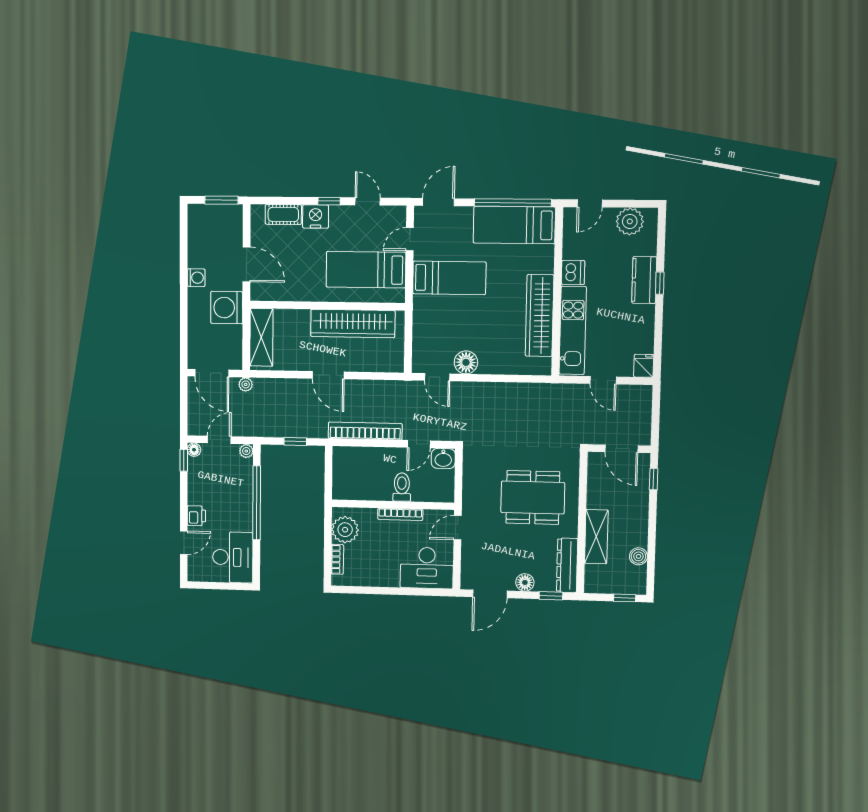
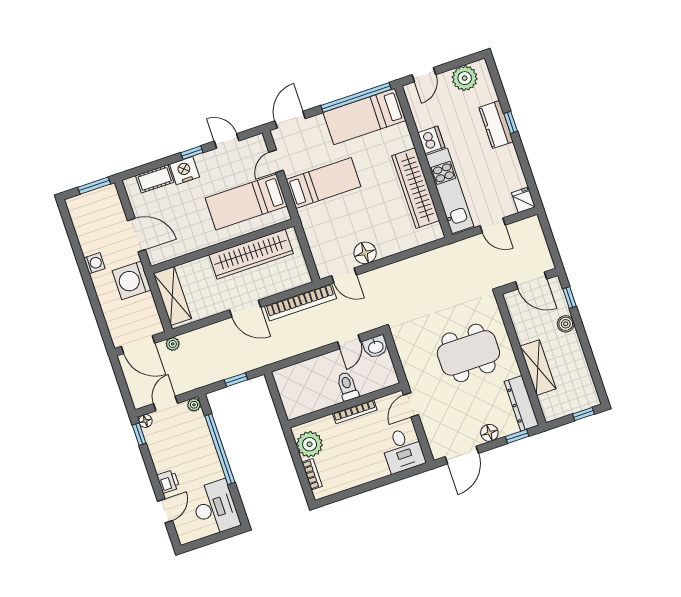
bookcase: (365, 431) -> (301, 302), moved, turned 180
boiler: (638, 556) -> (566, 324), moved
desk: (427, 568) -> (403, 450), width x0.73

